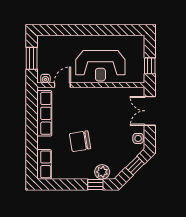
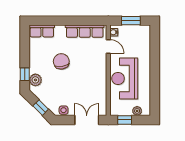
plant: (139, 51) -> (137, 111), added

